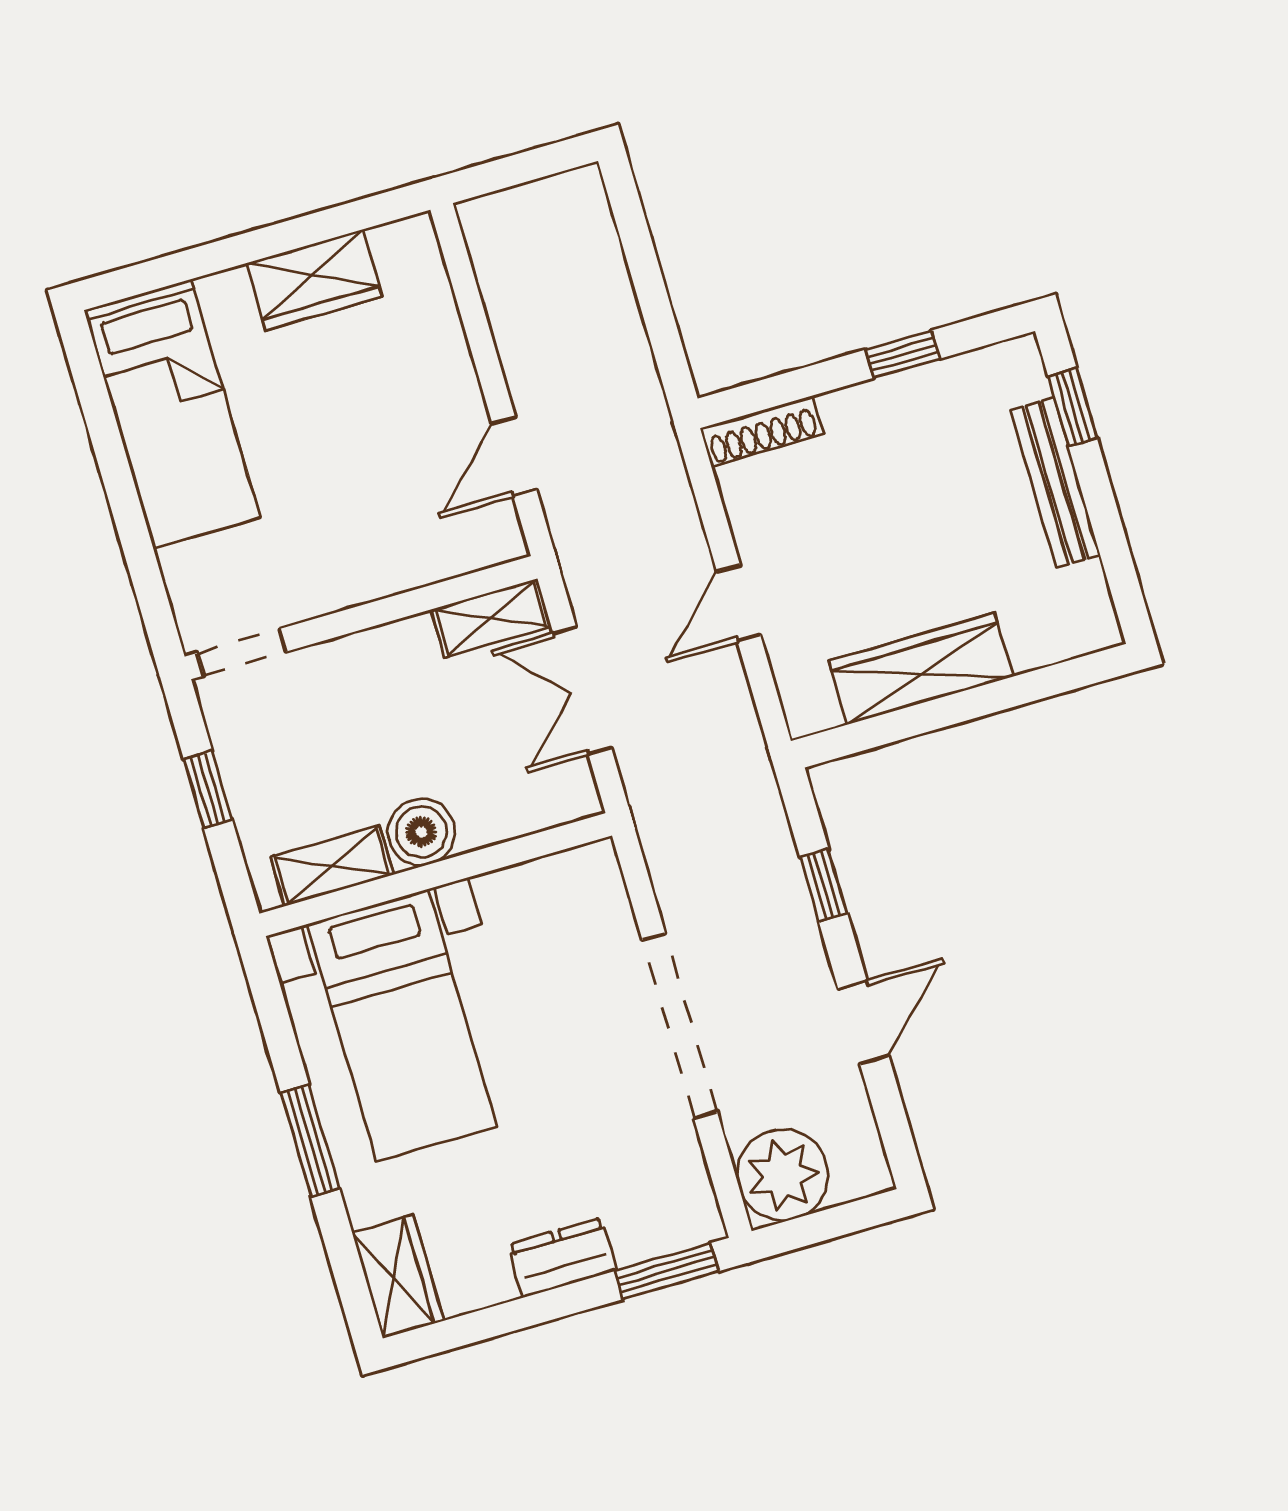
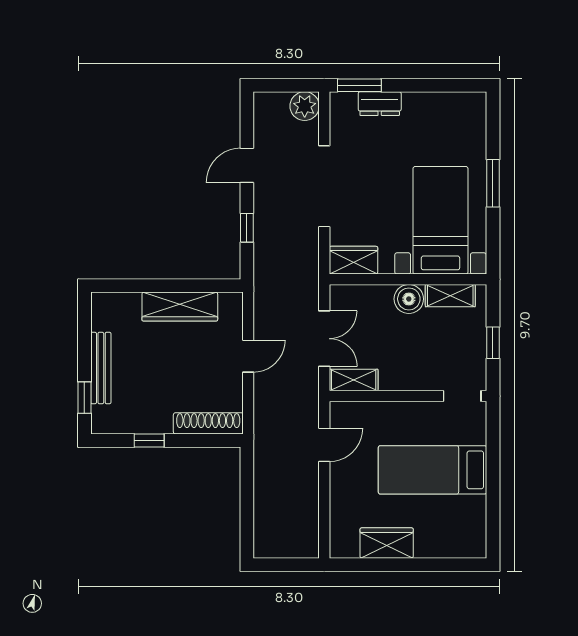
bed: (172, 414) -> (433, 470), moved, turned -90
shoe rack: (762, 431) -> (208, 423), width x1.36, depth x1.24
plant: (782, 1175) -> (305, 106), width x0.73, depth x0.73
dresser: (563, 1258) -> (380, 104), moved
wardrobe: (398, 1276) -> (353, 260), moved, turned 90

